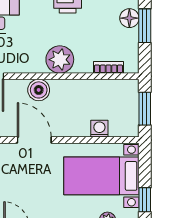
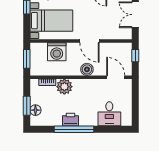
plant: (60, 60) -> (64, 87), moved
washing machine: (99, 129) -> (57, 52), width x1.89, depth x1.89

